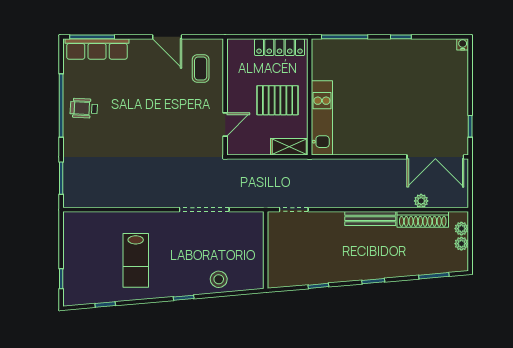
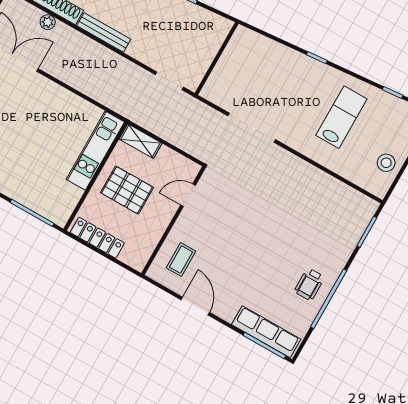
wheelchair: (84, 108) -> (309, 284), turned 87
stool: (219, 279) -> (386, 163), moved

